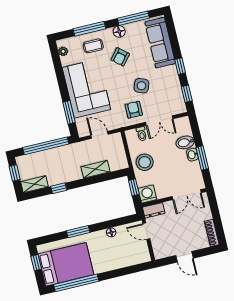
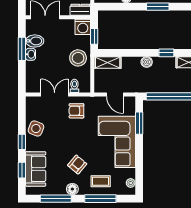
sofa: (160, 43) -> (36, 169), width x0.73
side table: (141, 86) -> (36, 129), moved
window: (187, 94) -> (22, 170), moved
armchair: (134, 110) -> (76, 111), turned 90
bidet: (185, 142) -> (35, 41), moved
shelving: (95, 169) -> (108, 63), moved
boiler: (76, 174) -> (147, 62), added

